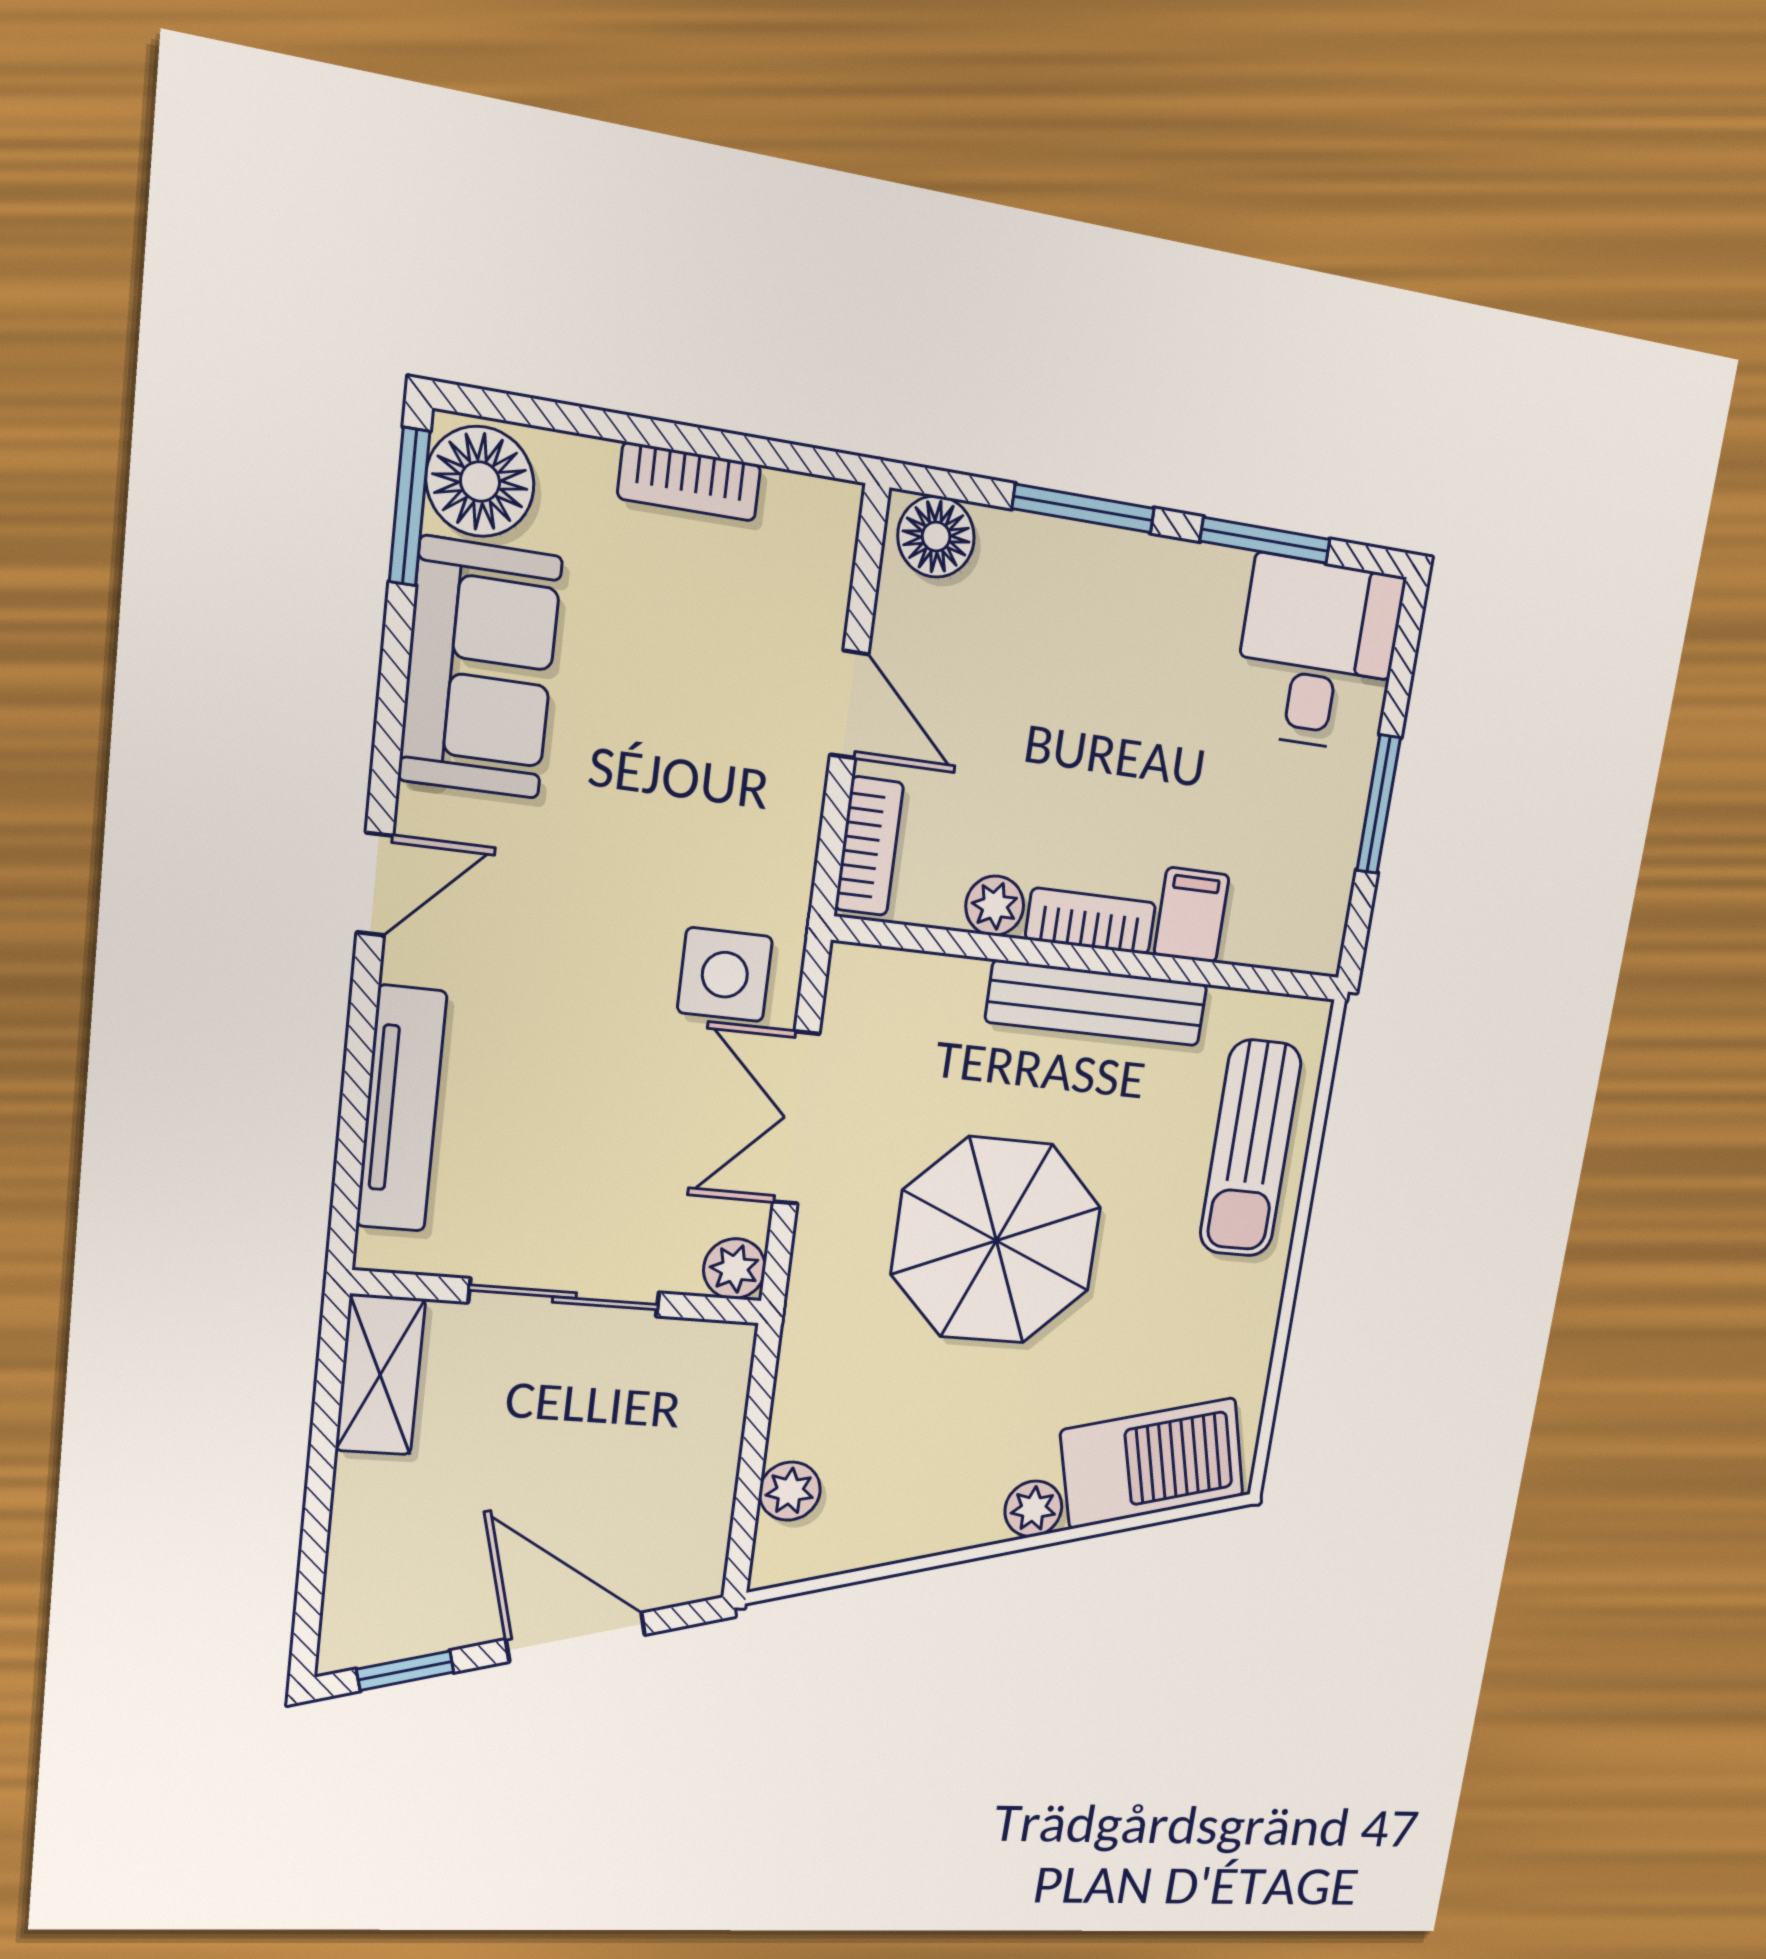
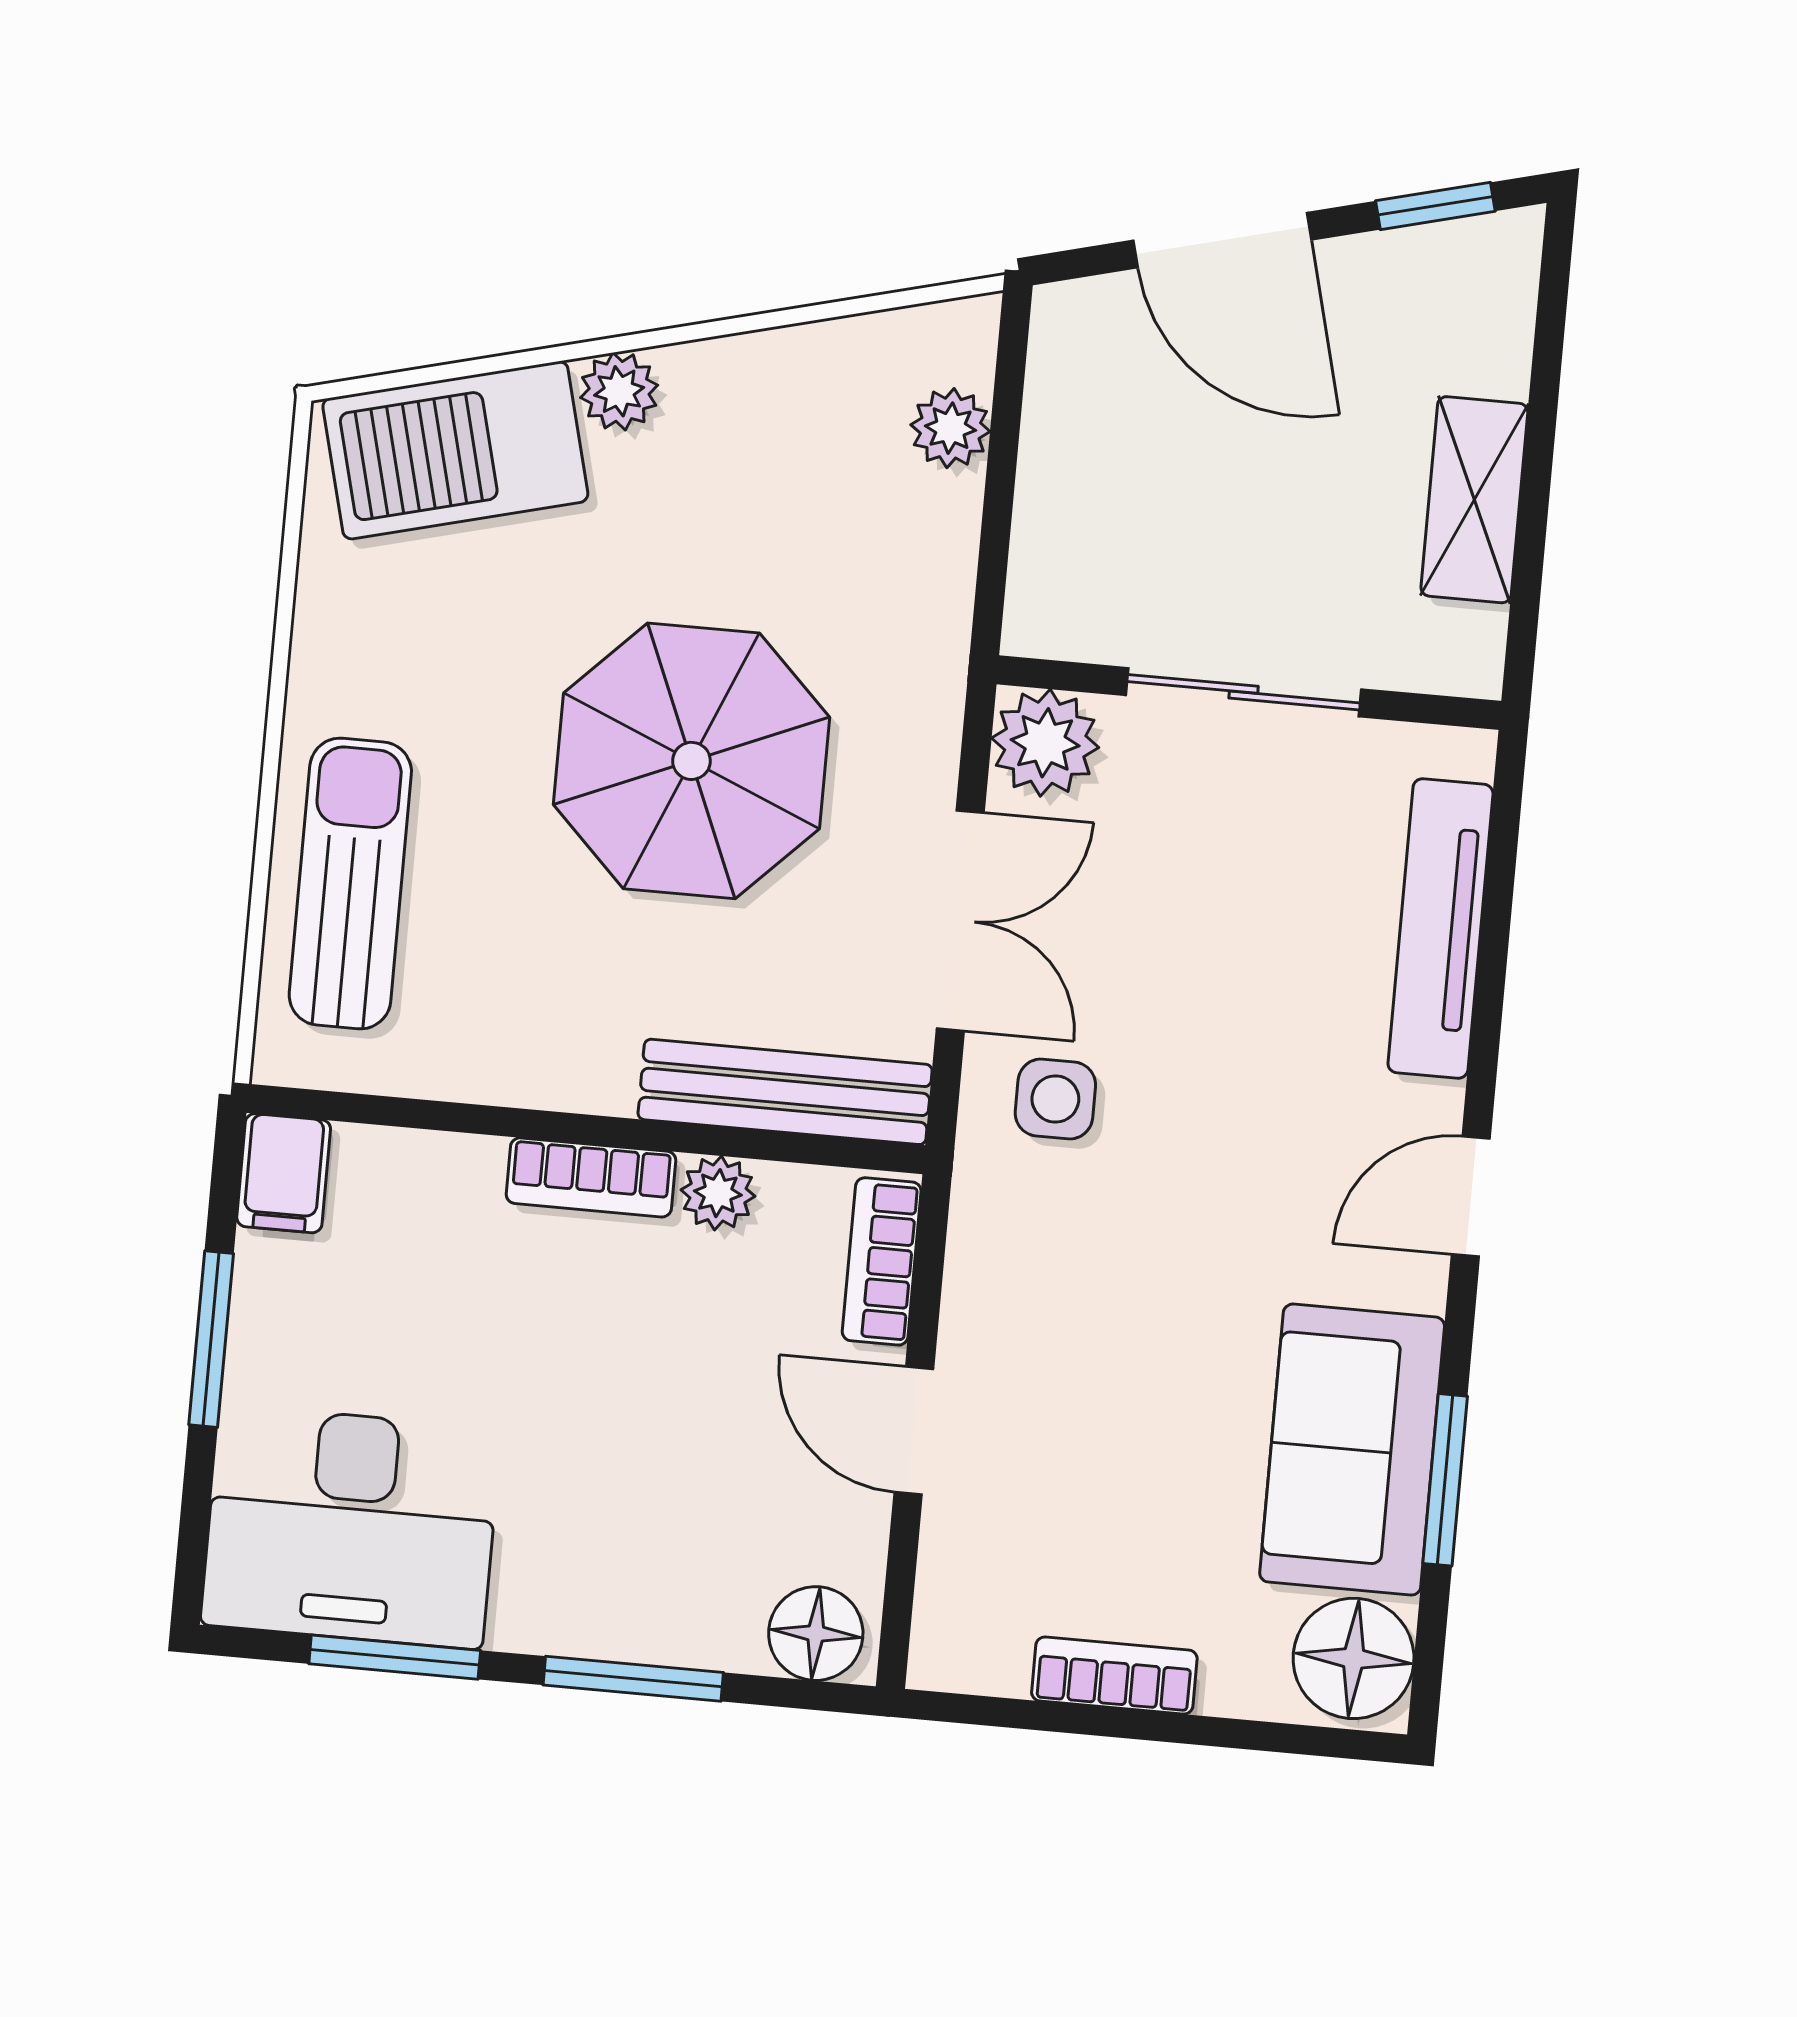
window: (409, 507) -> (1445, 1480), moved
desk: (1318, 654) -> (351, 1527), width x1.37
filing cabinet: (1191, 915) -> (284, 1173), moved
side table: (725, 975) -> (1055, 1099), width x0.73, depth x0.73
bench: (1097, 1003) -> (785, 1092), moved
plant: (735, 1269) -> (1045, 743), width x1.38, depth x1.38
shelving: (380, 1375) -> (1474, 500), moved

